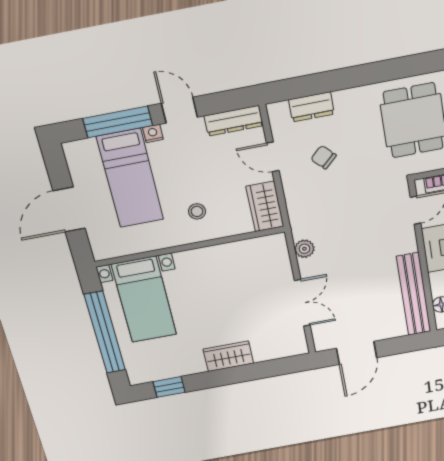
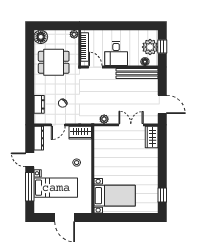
door: (179, 110) -> (30, 160), hinge flipped
window: (105, 332) -> (128, 217), removed
wardrobe: (228, 356) -> (152, 137), moved

